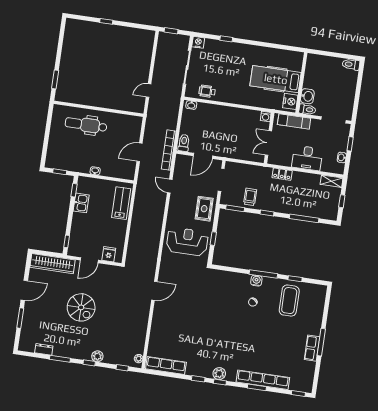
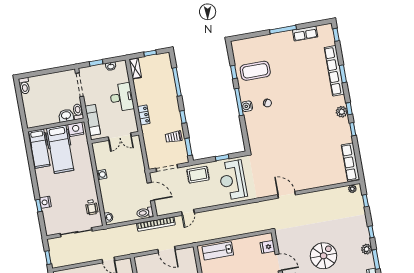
nightstand: (198, 42) -> (45, 202), moved
hospital bed: (283, 58) -> (39, 149), added
washing machine: (266, 117) -> (102, 175), moved
row of seats: (312, 348) -> (305, 33), moved
plant: (97, 356) -> (367, 249), moved

